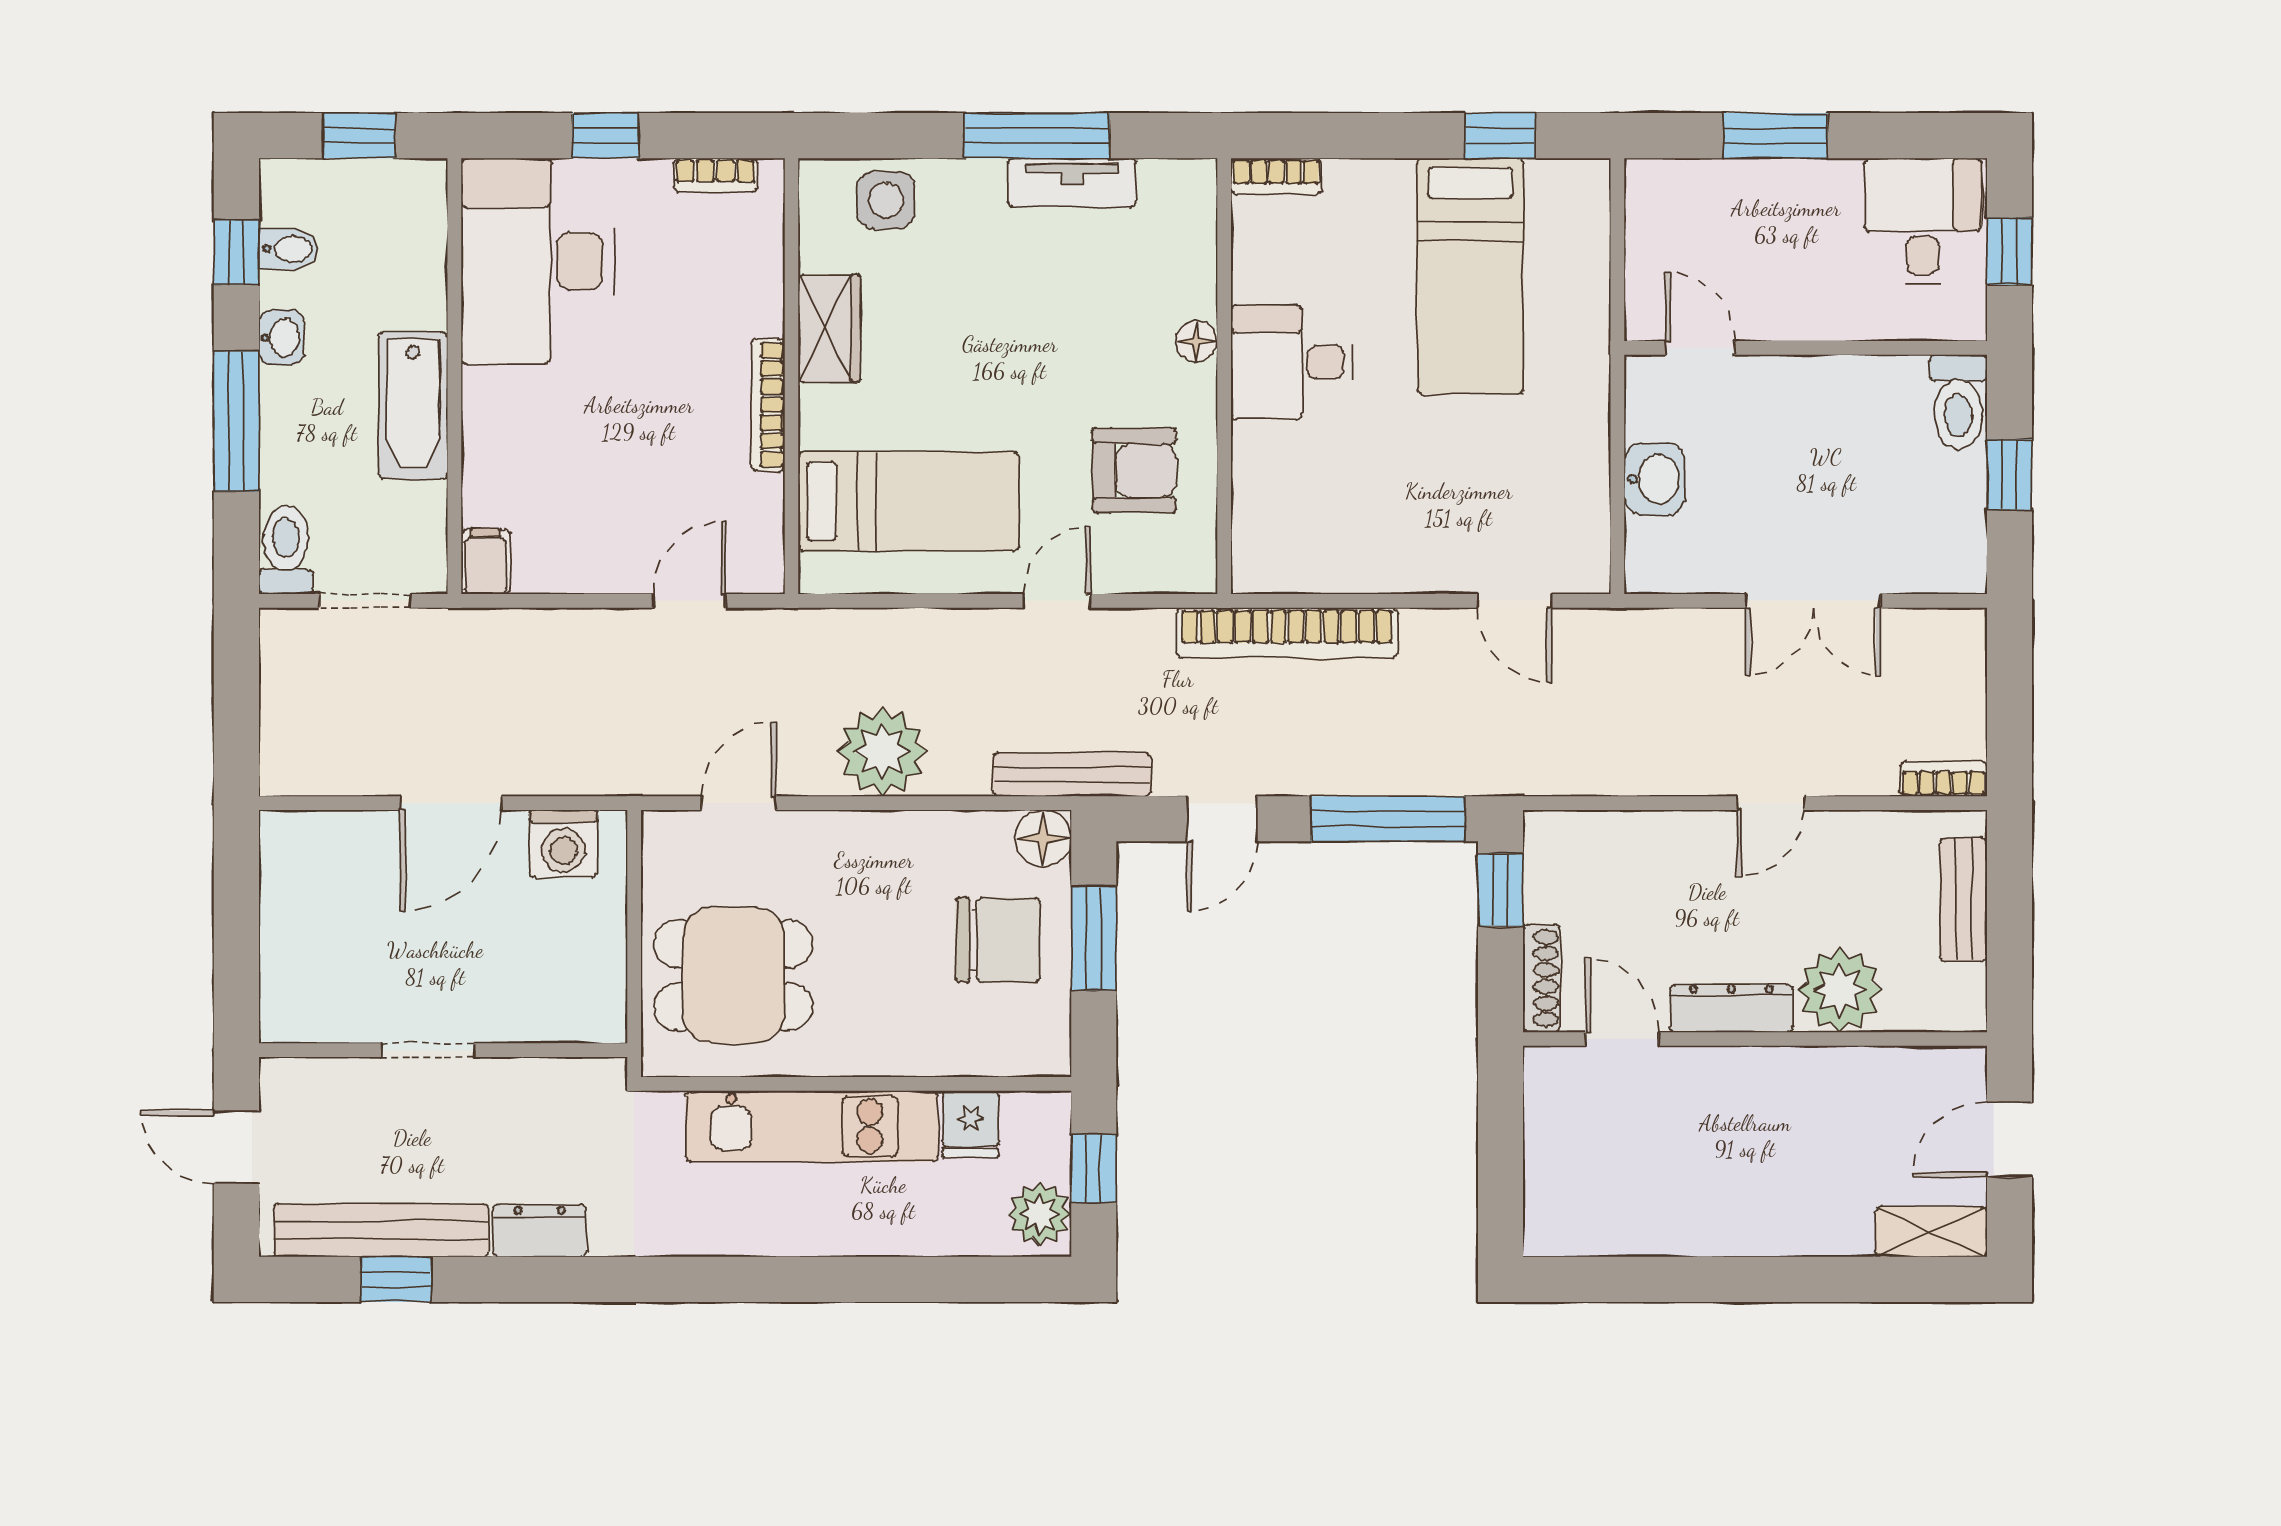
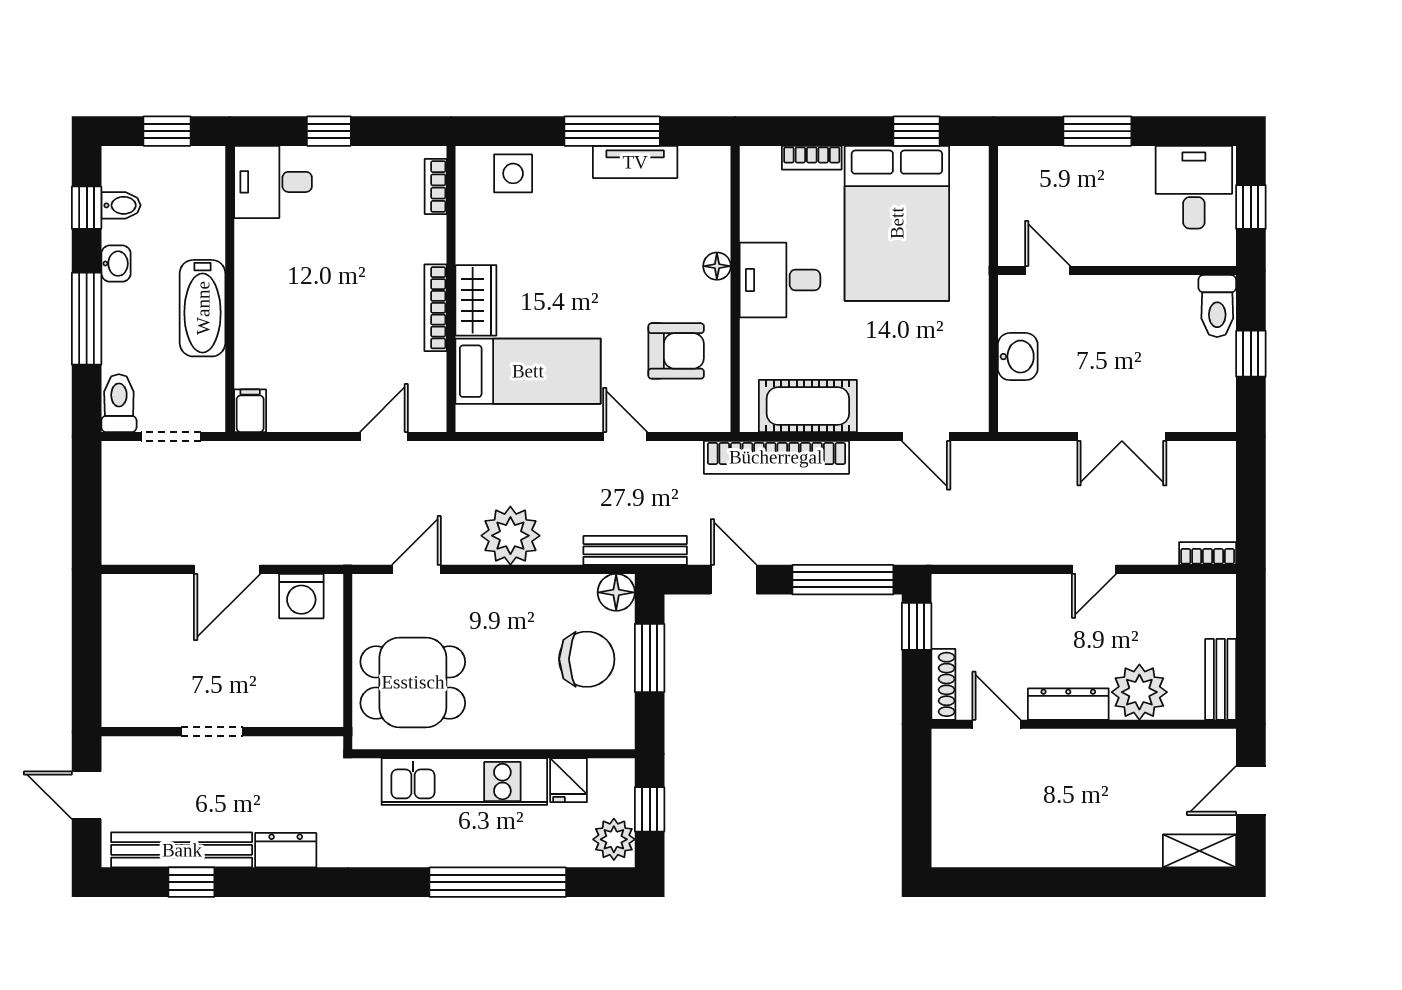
bookcase: (715, 175) -> (436, 186), moved, turned 90
bookcase: (1276, 176) -> (812, 158), moved
desk: (538, 261) -> (273, 182), width x0.53, depth x0.77
bed: (1470, 276) -> (897, 223), width x1.50
wardrobe: (829, 328) -> (476, 300), moved
cot: (1335, 554) -> (808, 406), added
door: (1057, 601) -> (625, 437), hinge flipped
door: (1222, 819) -> (734, 580), swing flipped
bench: (1963, 899) -> (1221, 679), moved
window: (863, 1279) -> (498, 882), added

